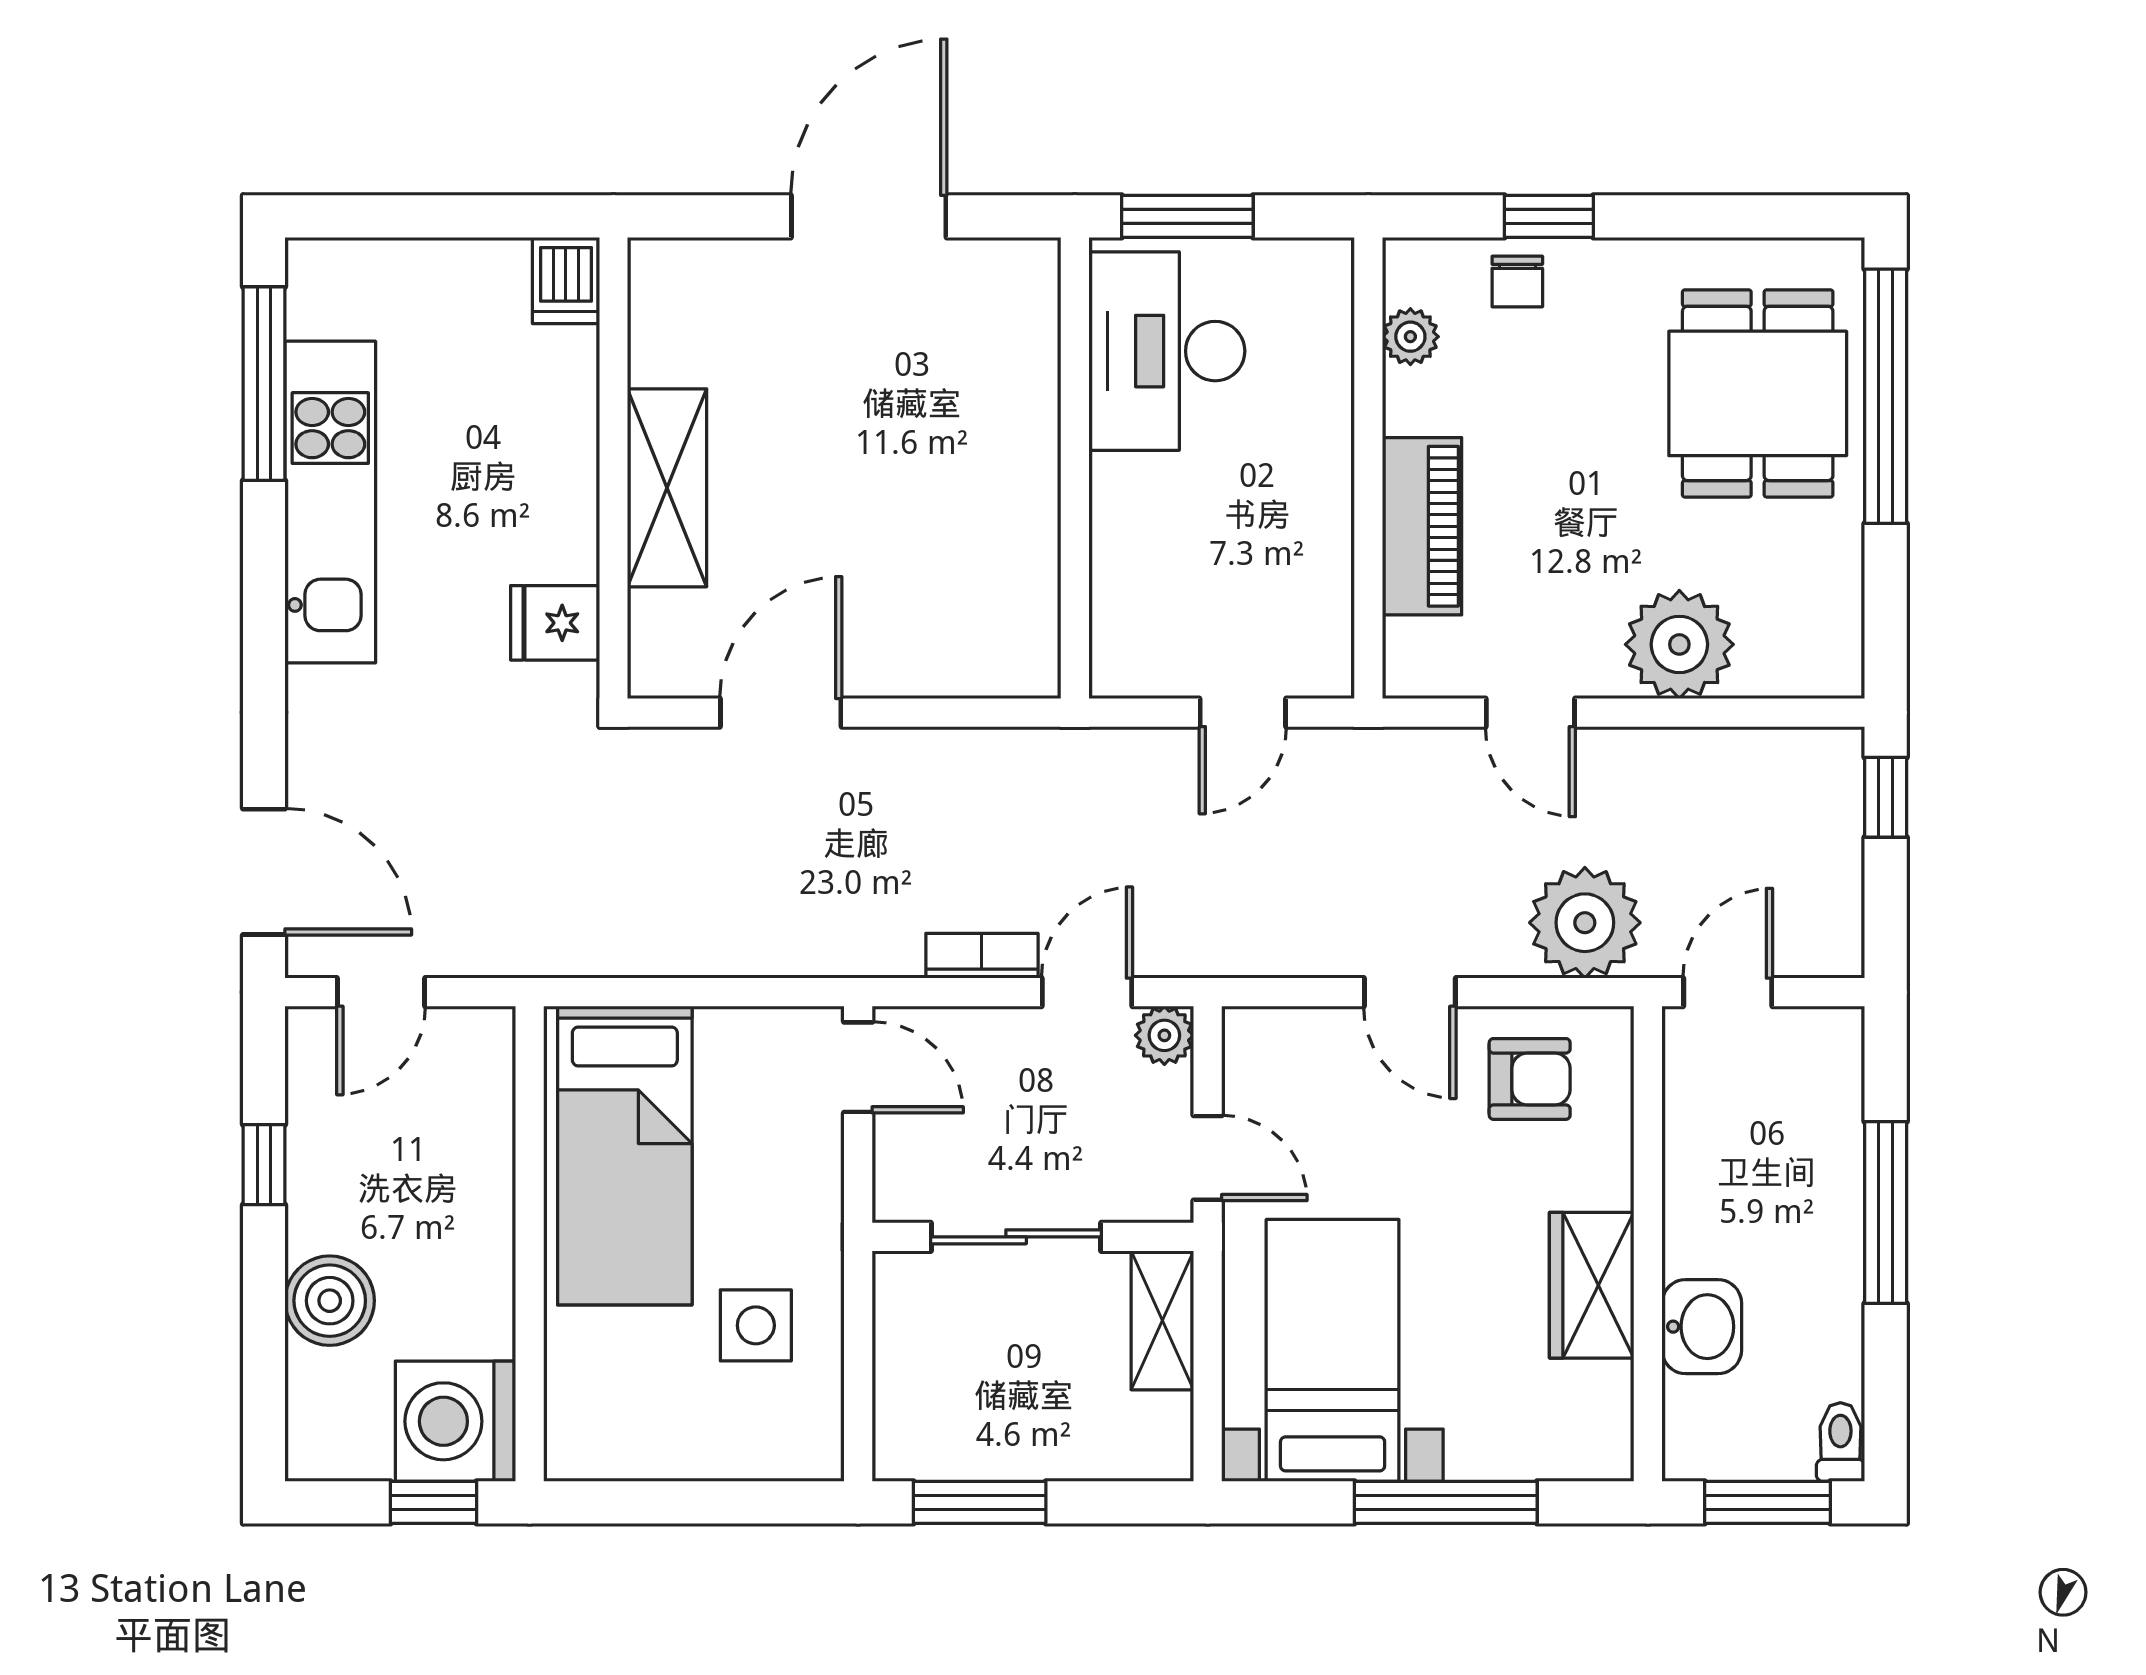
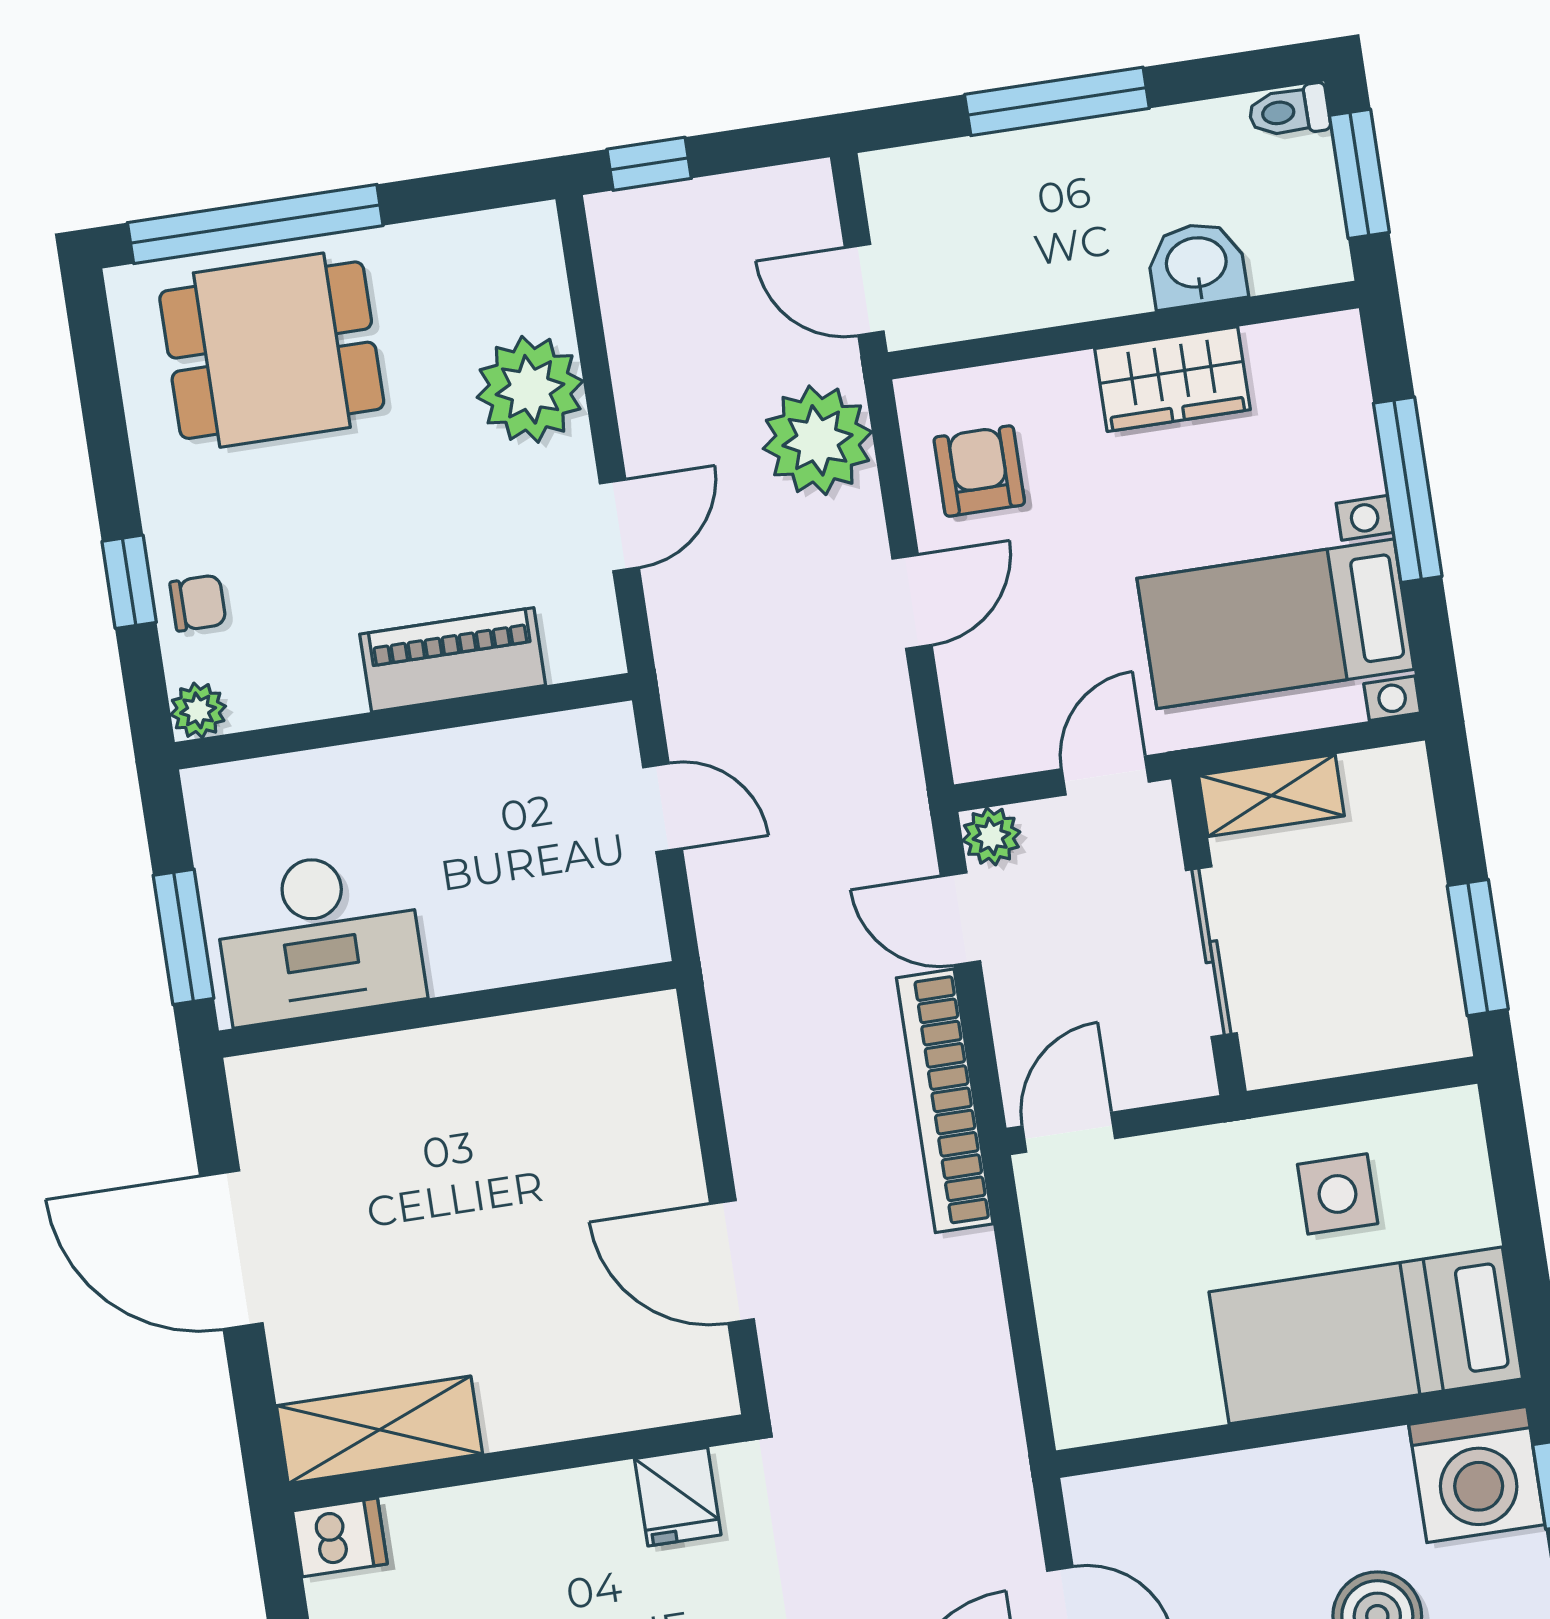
plant: (1410, 337) -> (198, 710), moved
shelving: (667, 488) -> (380, 1430), moved
bookcase: (982, 956) -> (945, 1101), width x2.31, depth x1.31
bed: (625, 1156) -> (1366, 1335), moved, turned 180

